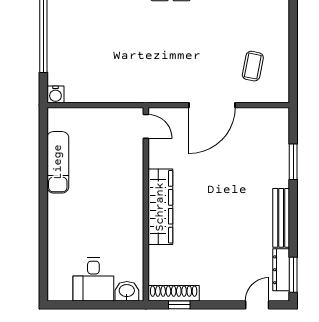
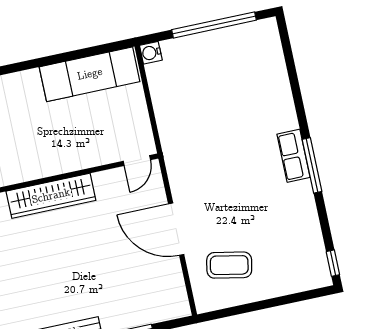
coffee table: (253, 66) -> (229, 265), width x1.36, depth x1.30
exam couch: (58, 162) -> (90, 74), width x1.36, depth x1.45

